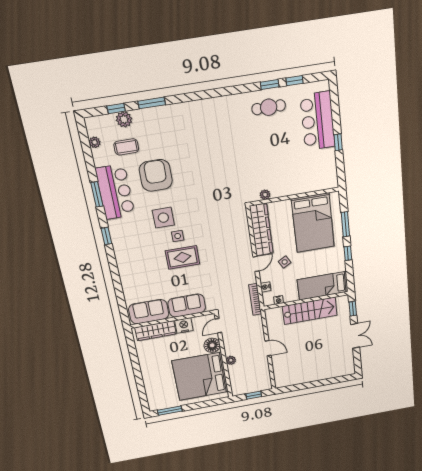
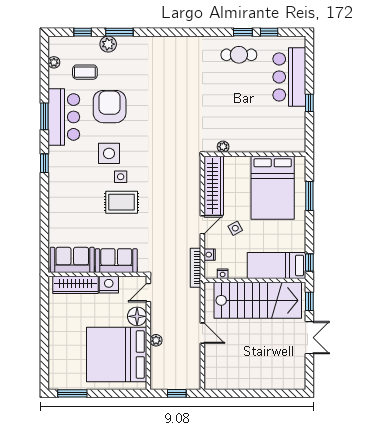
plant: (124, 119) -> (108, 44), moved
window: (348, 253) -> (309, 262), moved
stairs: (310, 311) -> (258, 300), width x1.36, depth x1.51

